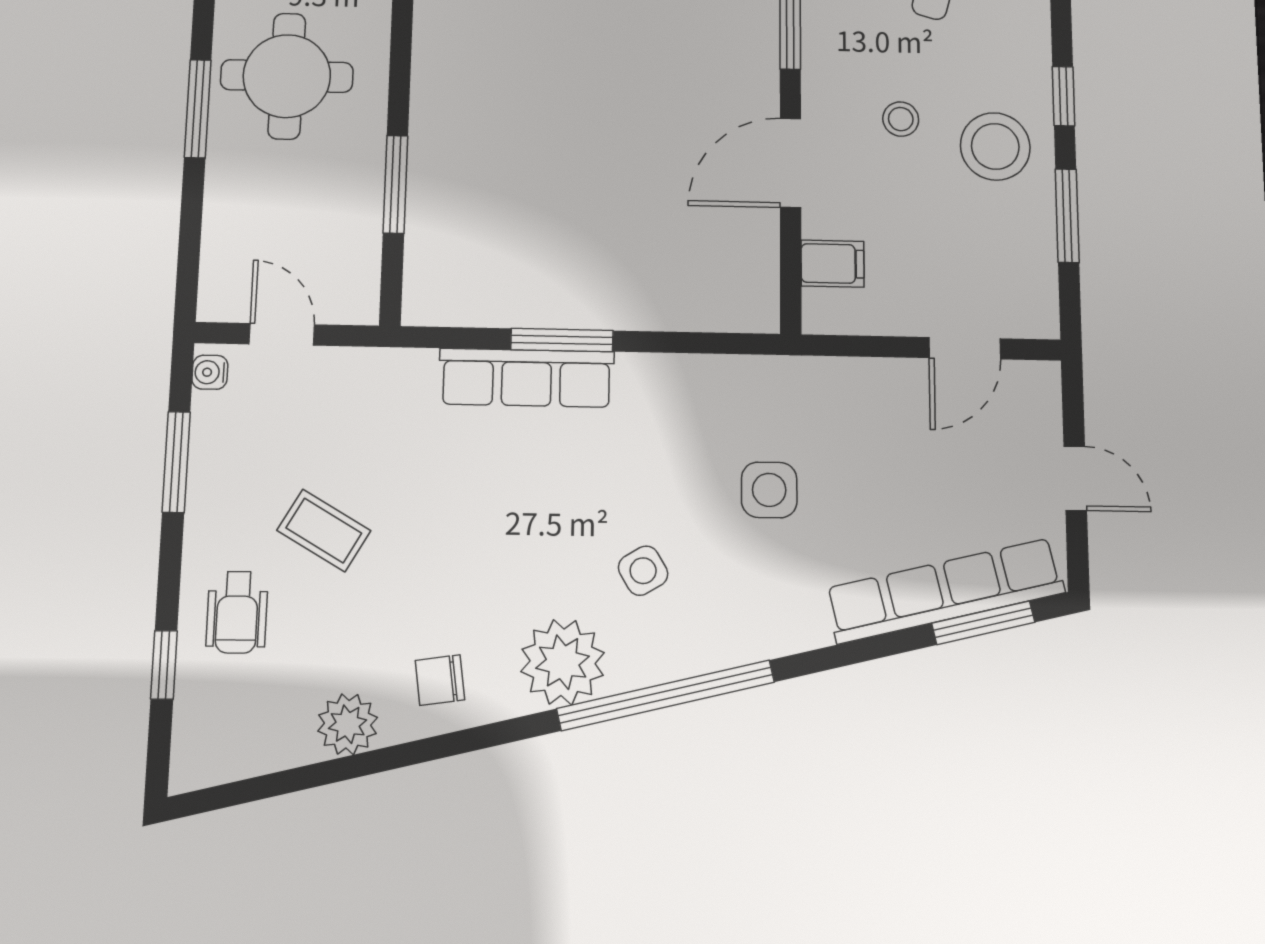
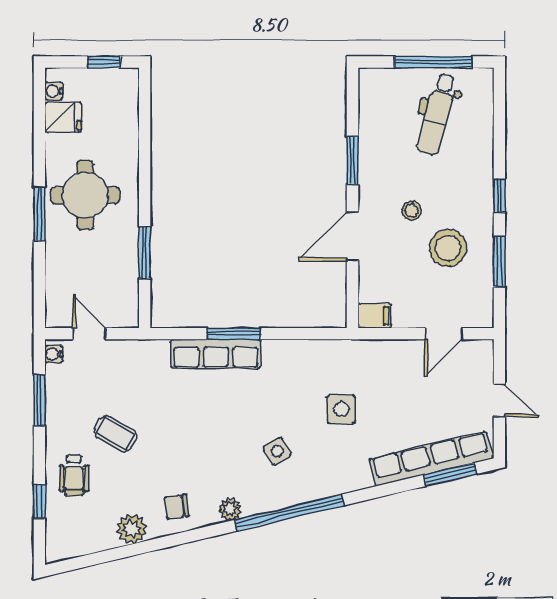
stool: (995, 146) -> (448, 248), moved
filing cabinet: (832, 264) -> (375, 316), moved
plant: (563, 662) -> (230, 509), width x0.53, depth x0.53

